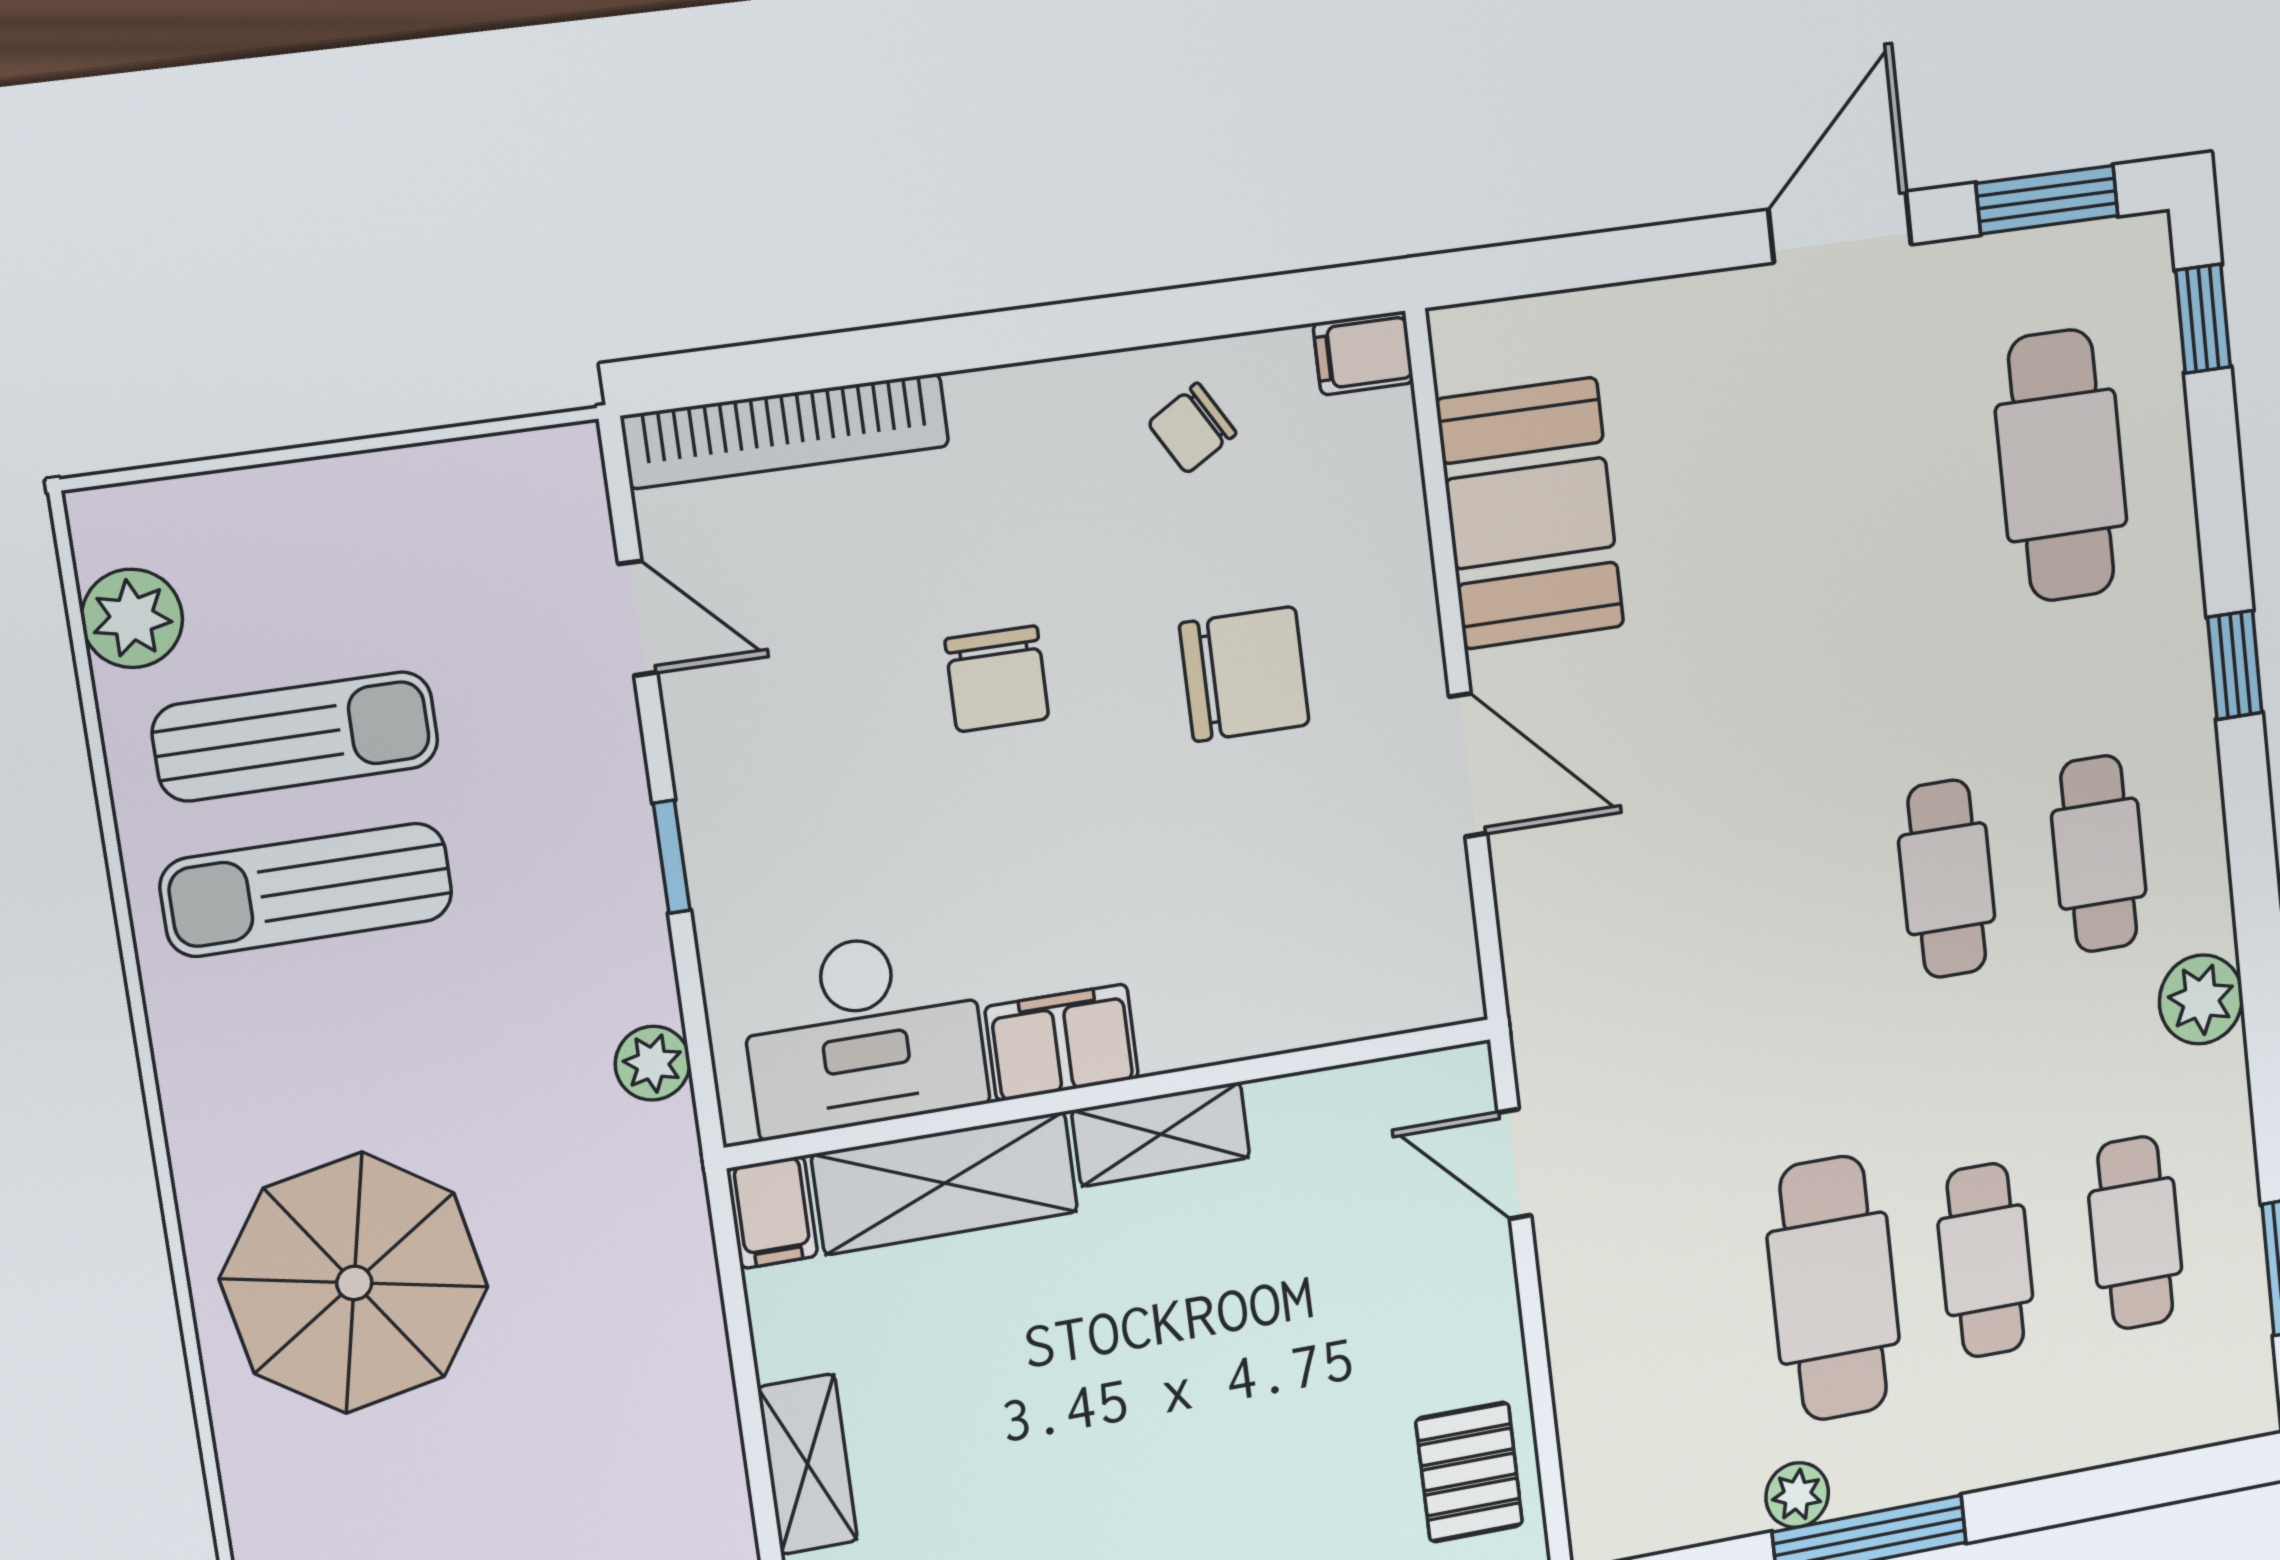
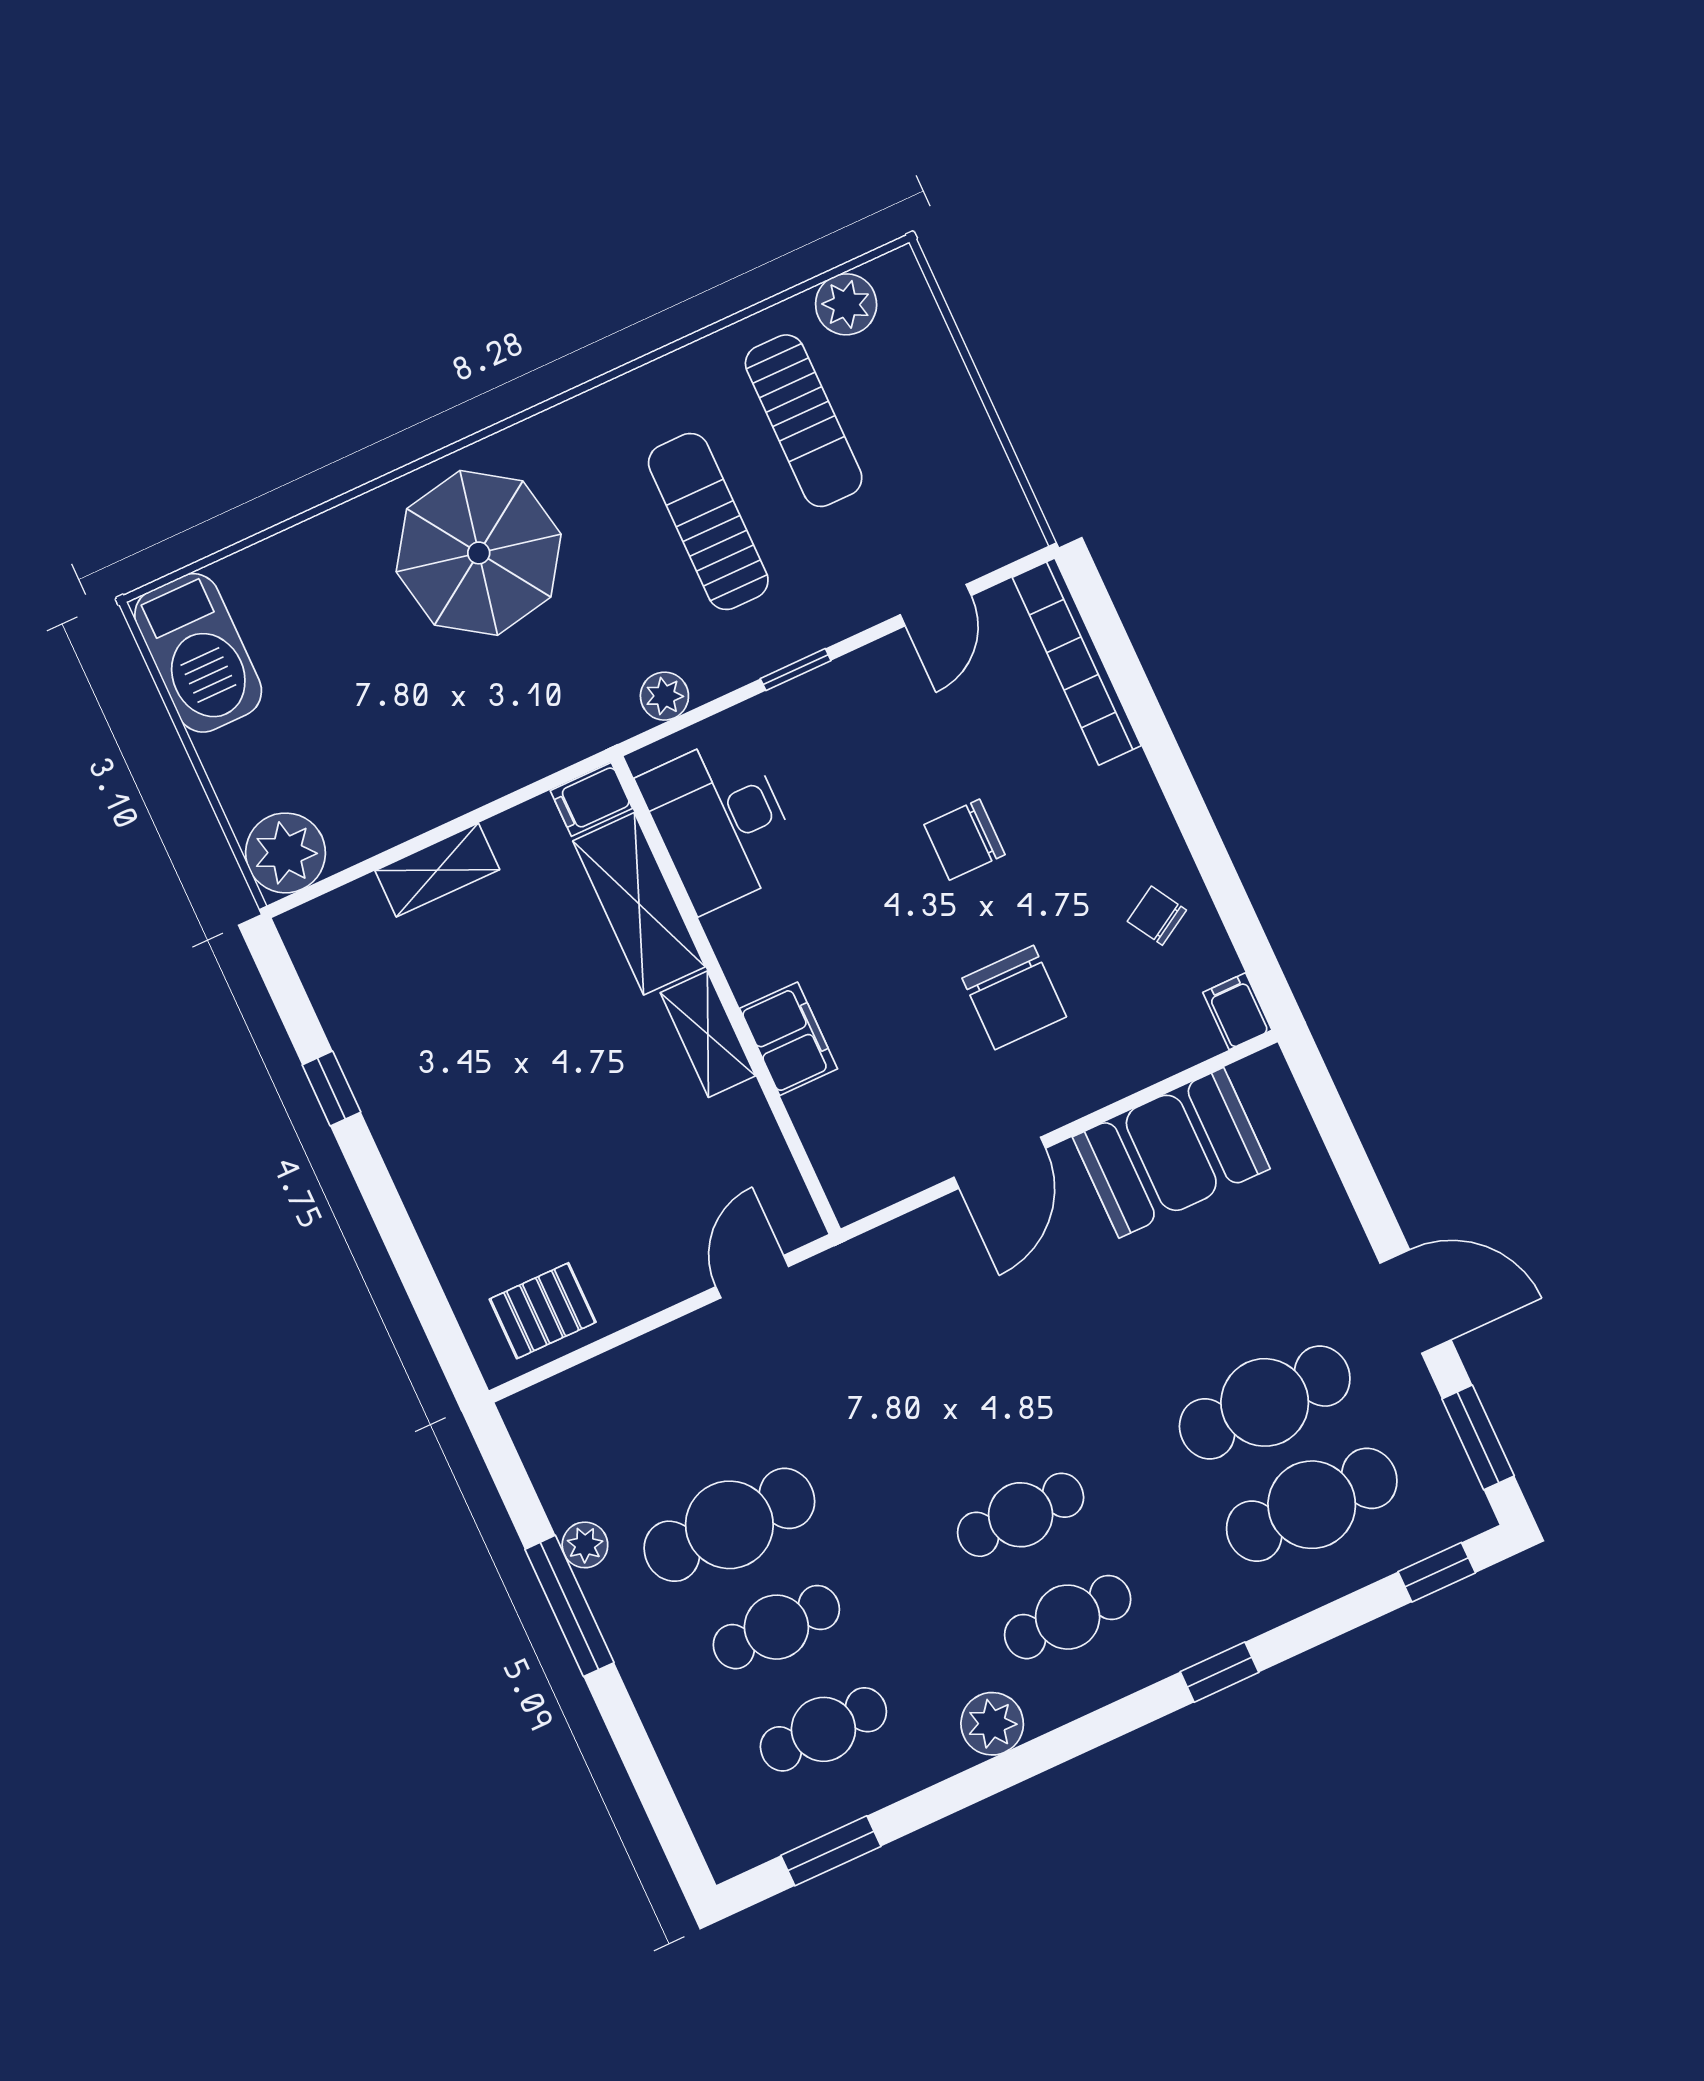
cafe table: (1907, 488) -> (1265, 1402), added
sun lounger: (307, 890) -> (708, 522), moved
filing cabinet: (1062, 1043) -> (789, 1039), moved

